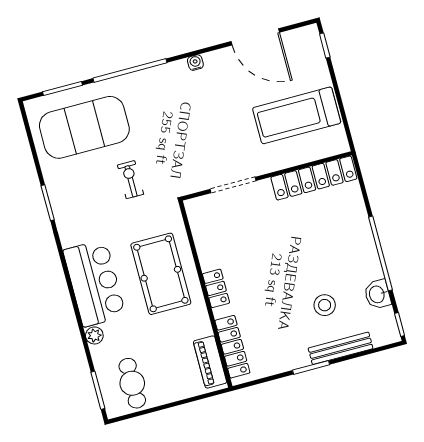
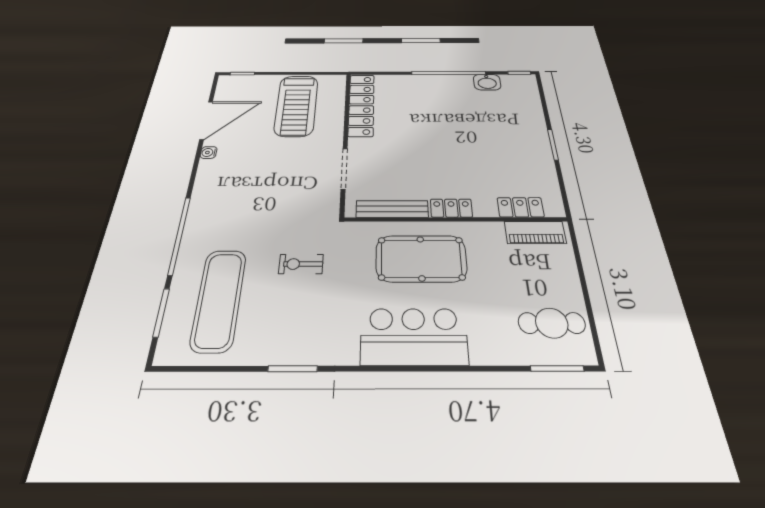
water cooler: (195, 63) -> (209, 153), moved
exercise mat: (84, 127) -> (219, 299), width x0.68
stool: (325, 305) -> (490, 122), removed
plant: (94, 335) -> (482, 354), removed
locker: (232, 347) -> (521, 207), width x0.66
bench: (341, 348) -> (392, 209), moved, turned 90

